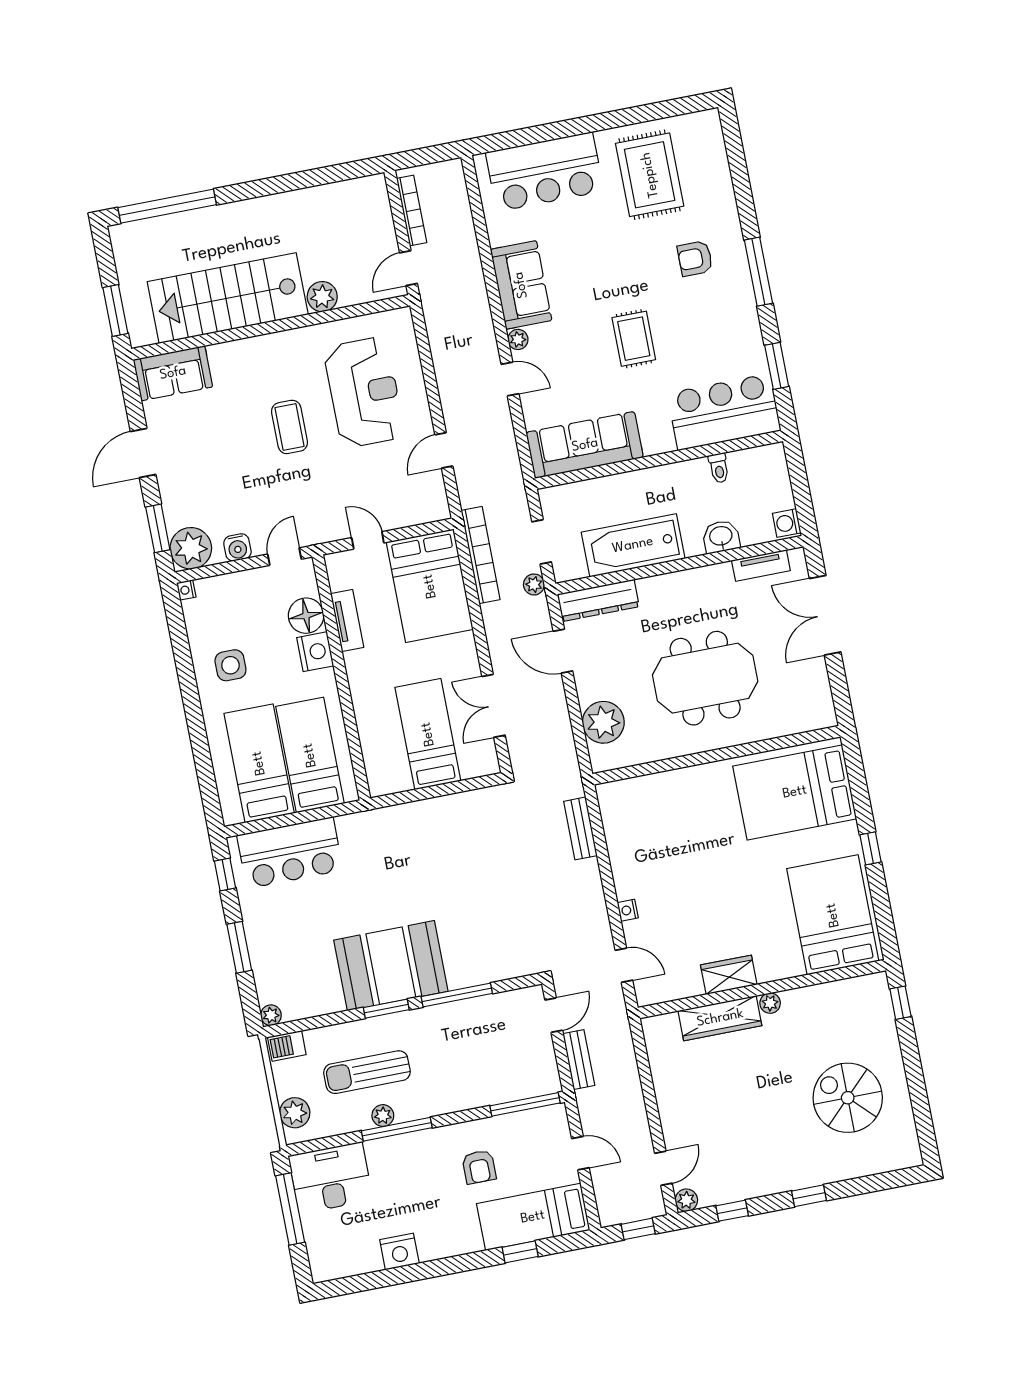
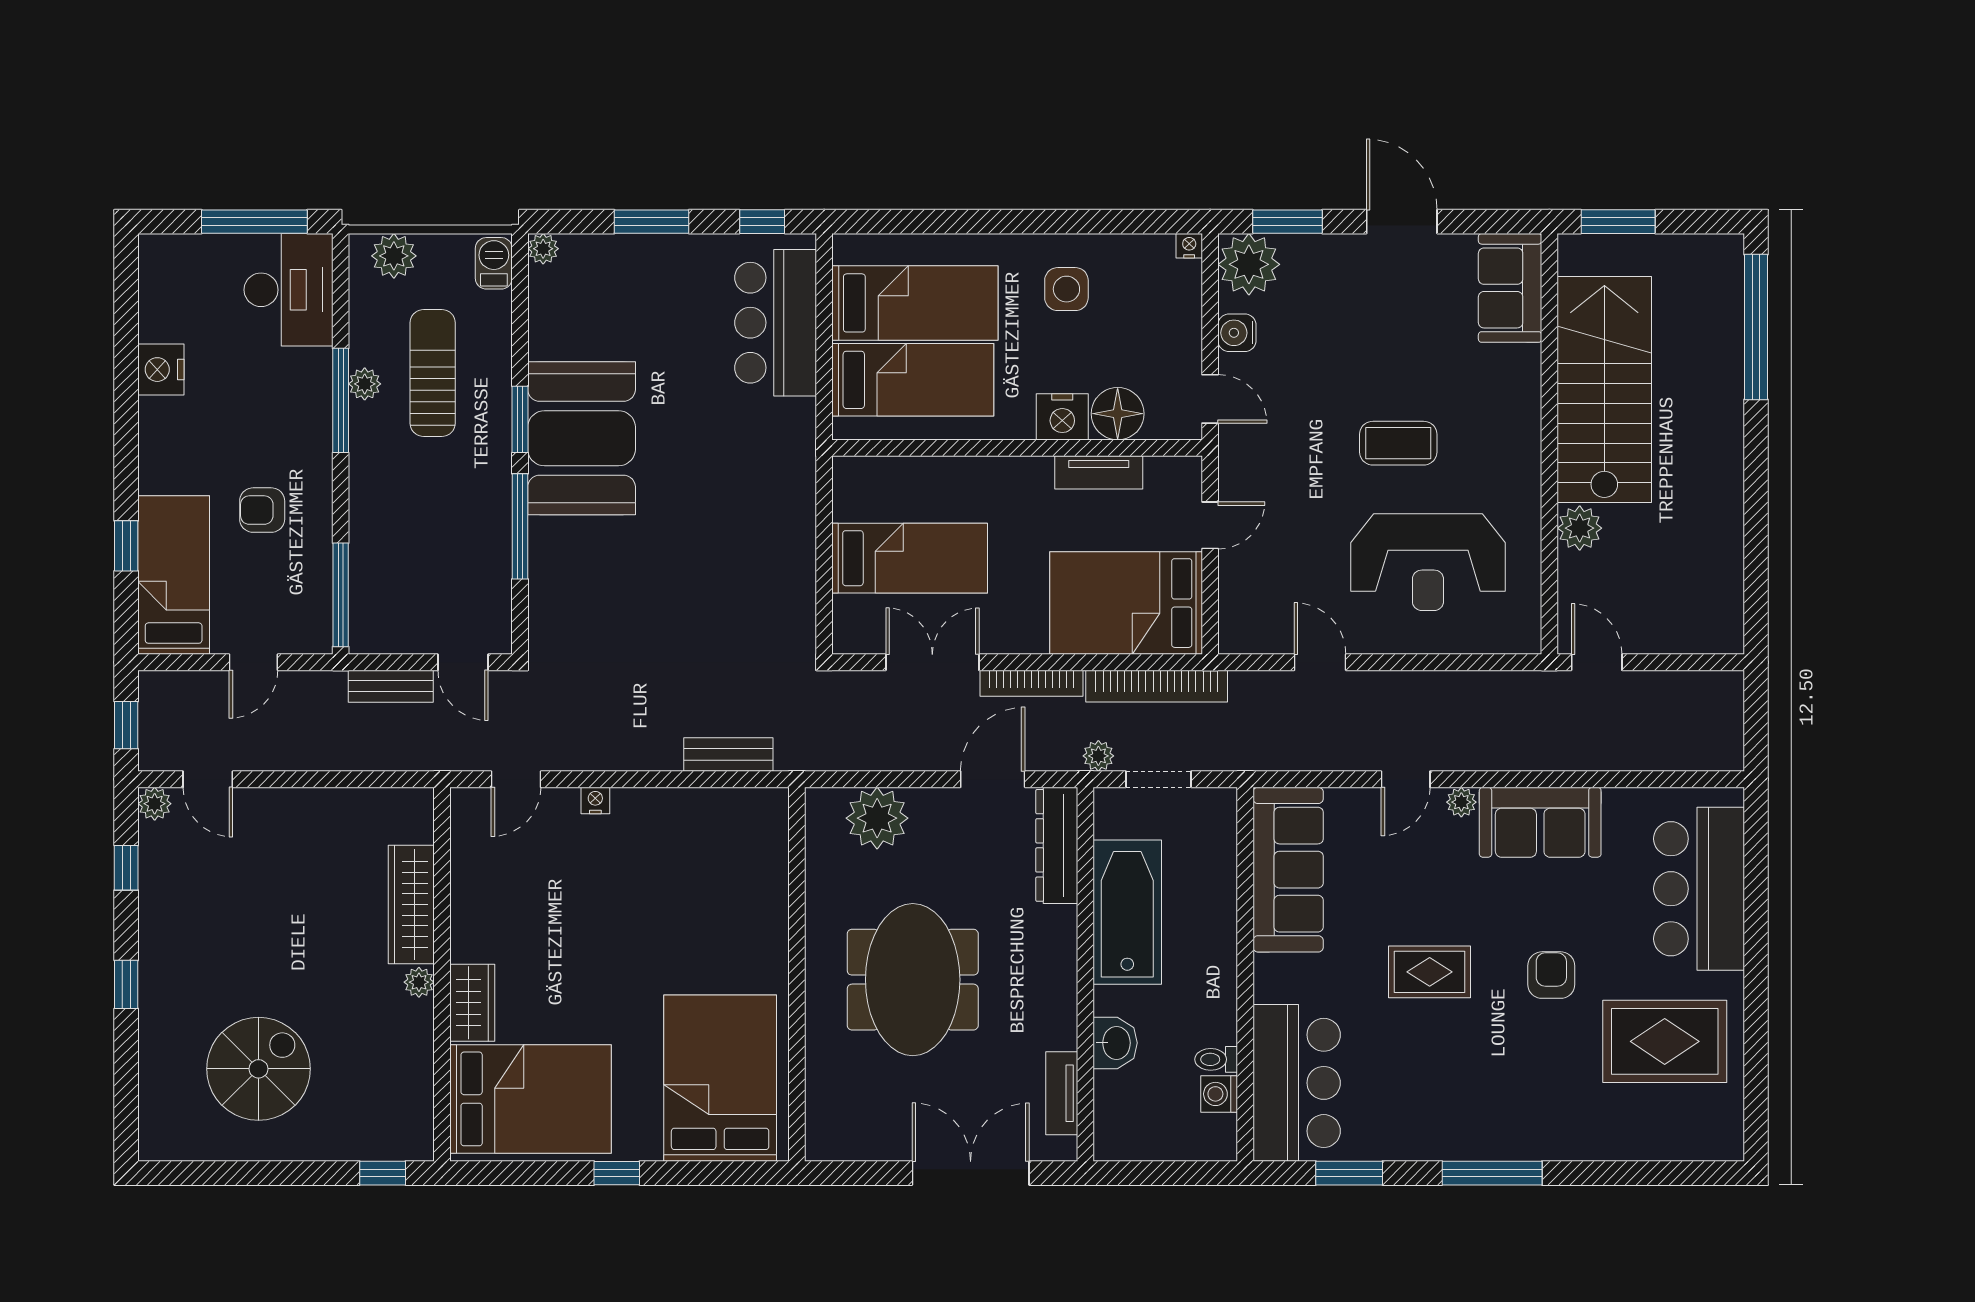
bookcase: (412, 211) -> (1031, 683), moved
armchair: (695, 258) -> (1551, 975), moved
washing machine: (787, 523) -> (1219, 1094), moved, turned -90
wardrobe: (729, 975) -> (472, 1003), moved

